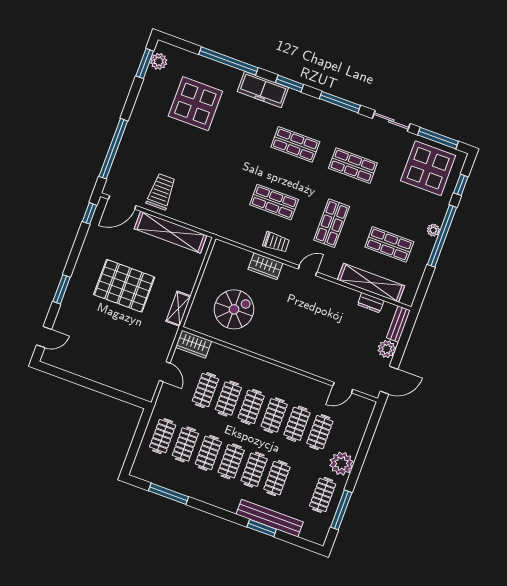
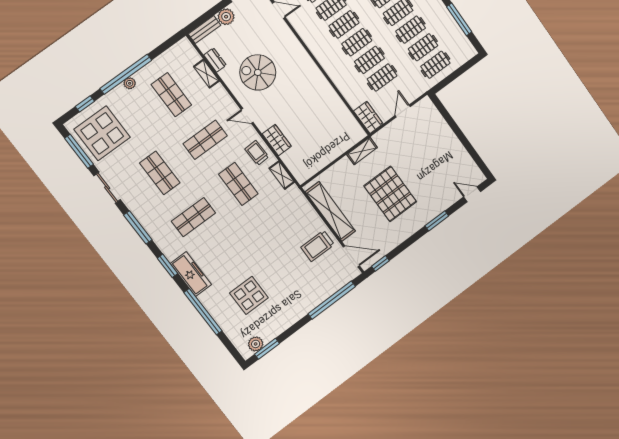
display table: (195, 104) -> (249, 295), width x0.73, depth x0.73
shop shelf: (295, 144) -> (193, 217), turned 90
shelving: (239, 237) -> (282, 175), added
shelving: (371, 283) -> (206, 74), width x0.45, depth x0.75
spiral stairs: (234, 309) -> (258, 72), moved

